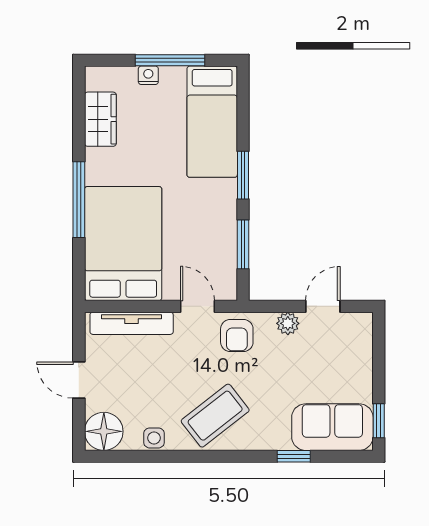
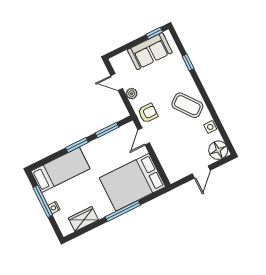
tv unit: (132, 323) -> (165, 161), removed
sofa: (332, 427) -> (150, 51), moved, turned -90

